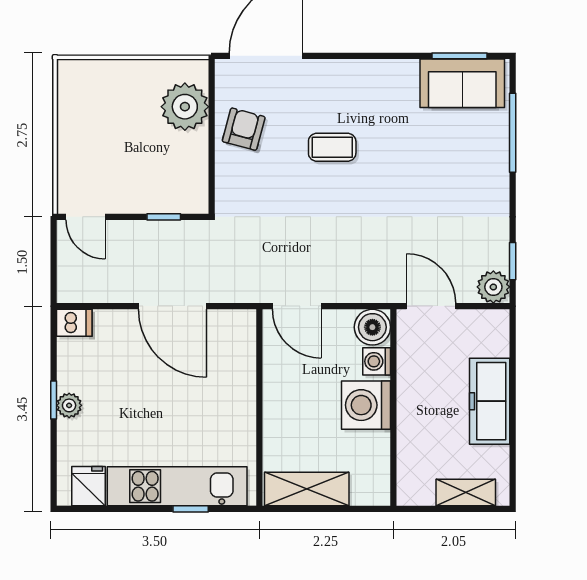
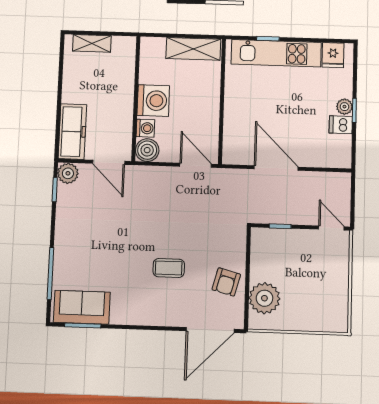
dishwasher: (74, 323) -> (341, 125), moved
freezer: (490, 401) -> (72, 132), moved

